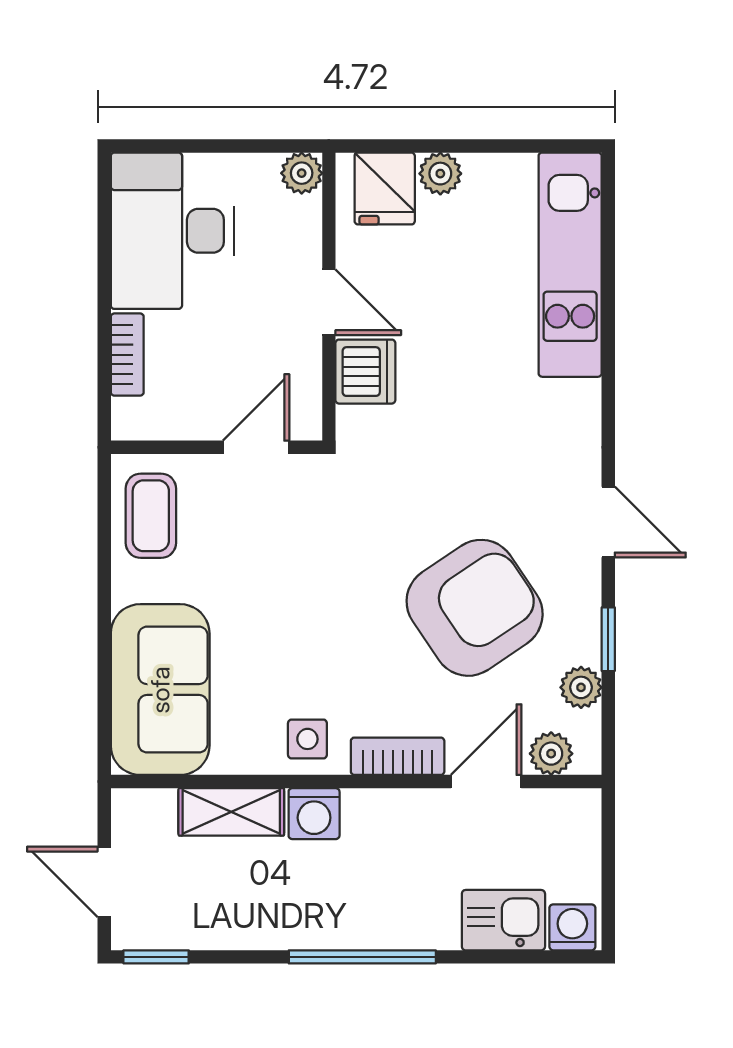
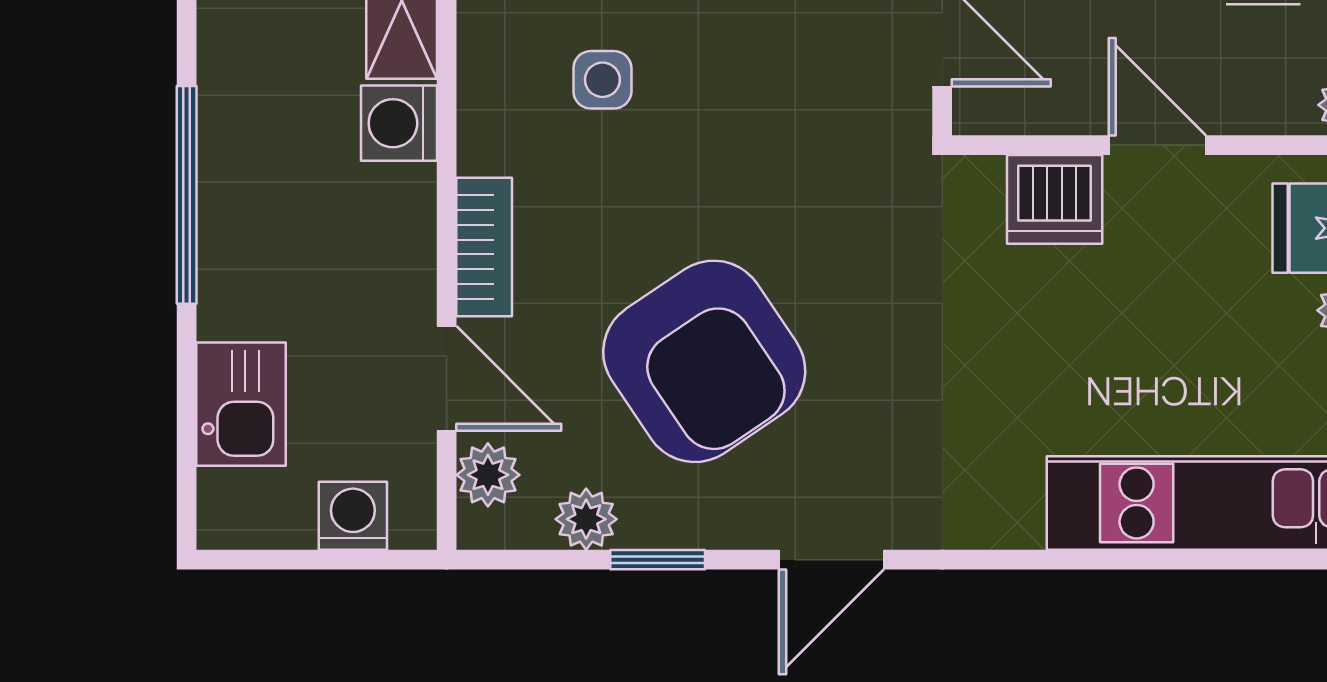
door: (329, 302) -> (1157, 145), swing flipped
side table: (307, 739) -> (602, 80), moved
washing machine: (572, 927) -> (353, 516), moved, turned -90

